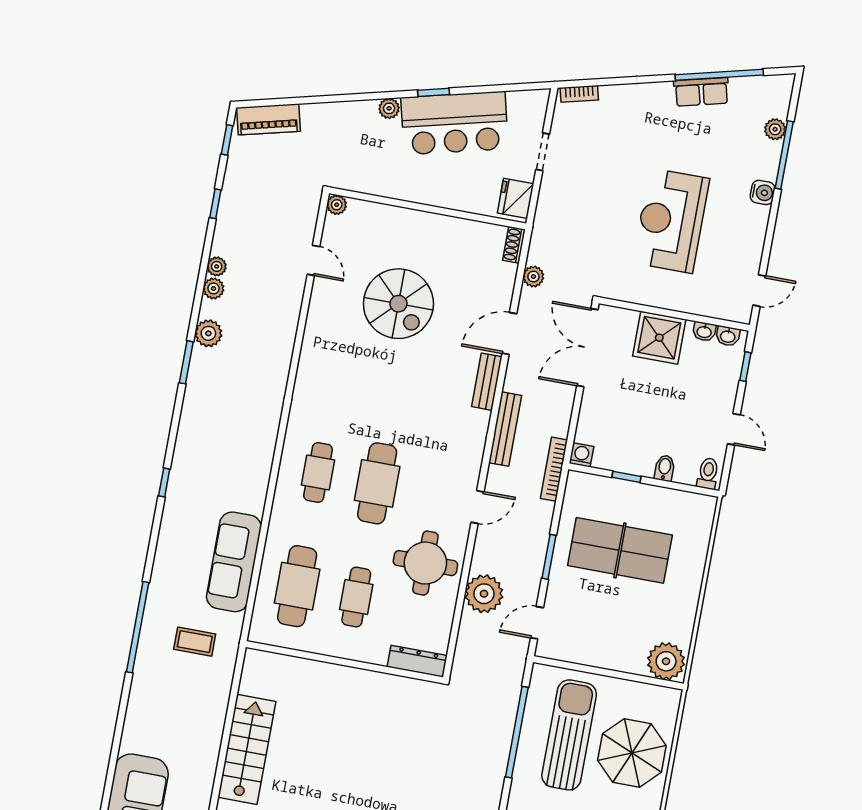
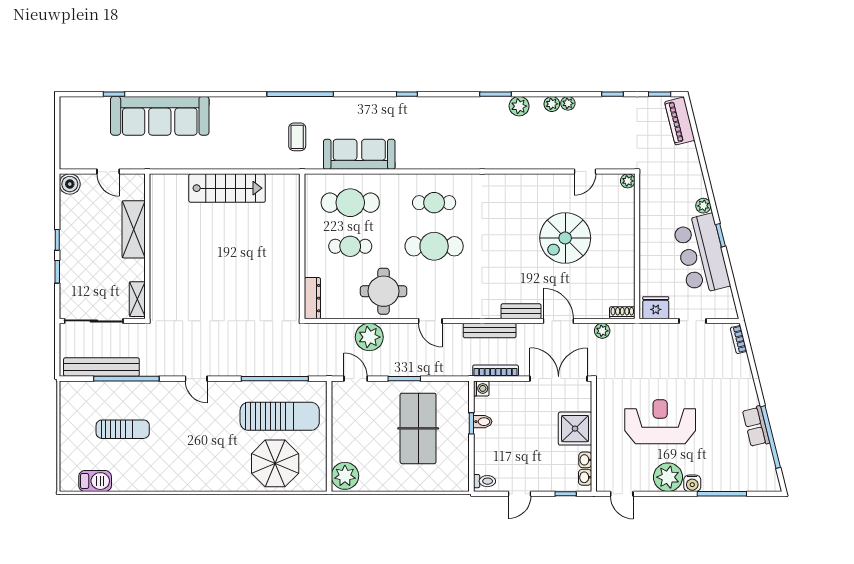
plant: (775, 129) -> (668, 477), moved, width x1.88, depth x1.88
bidet: (665, 468) -> (483, 422), moved
bookcase: (554, 469) -> (496, 371), moved

